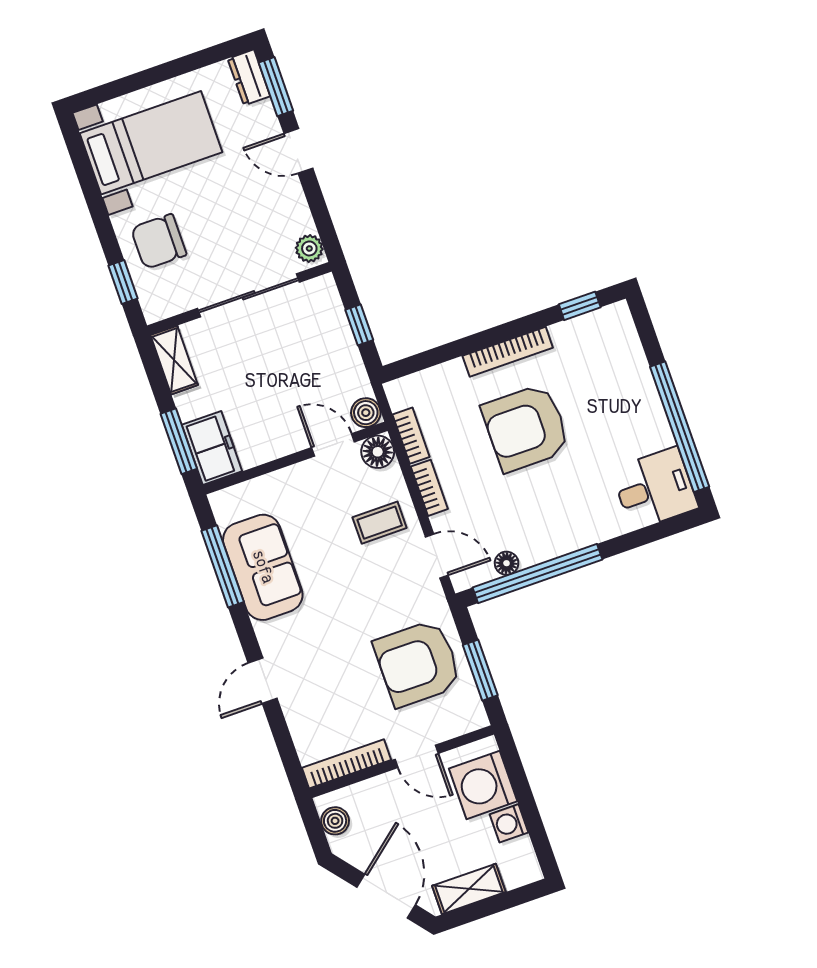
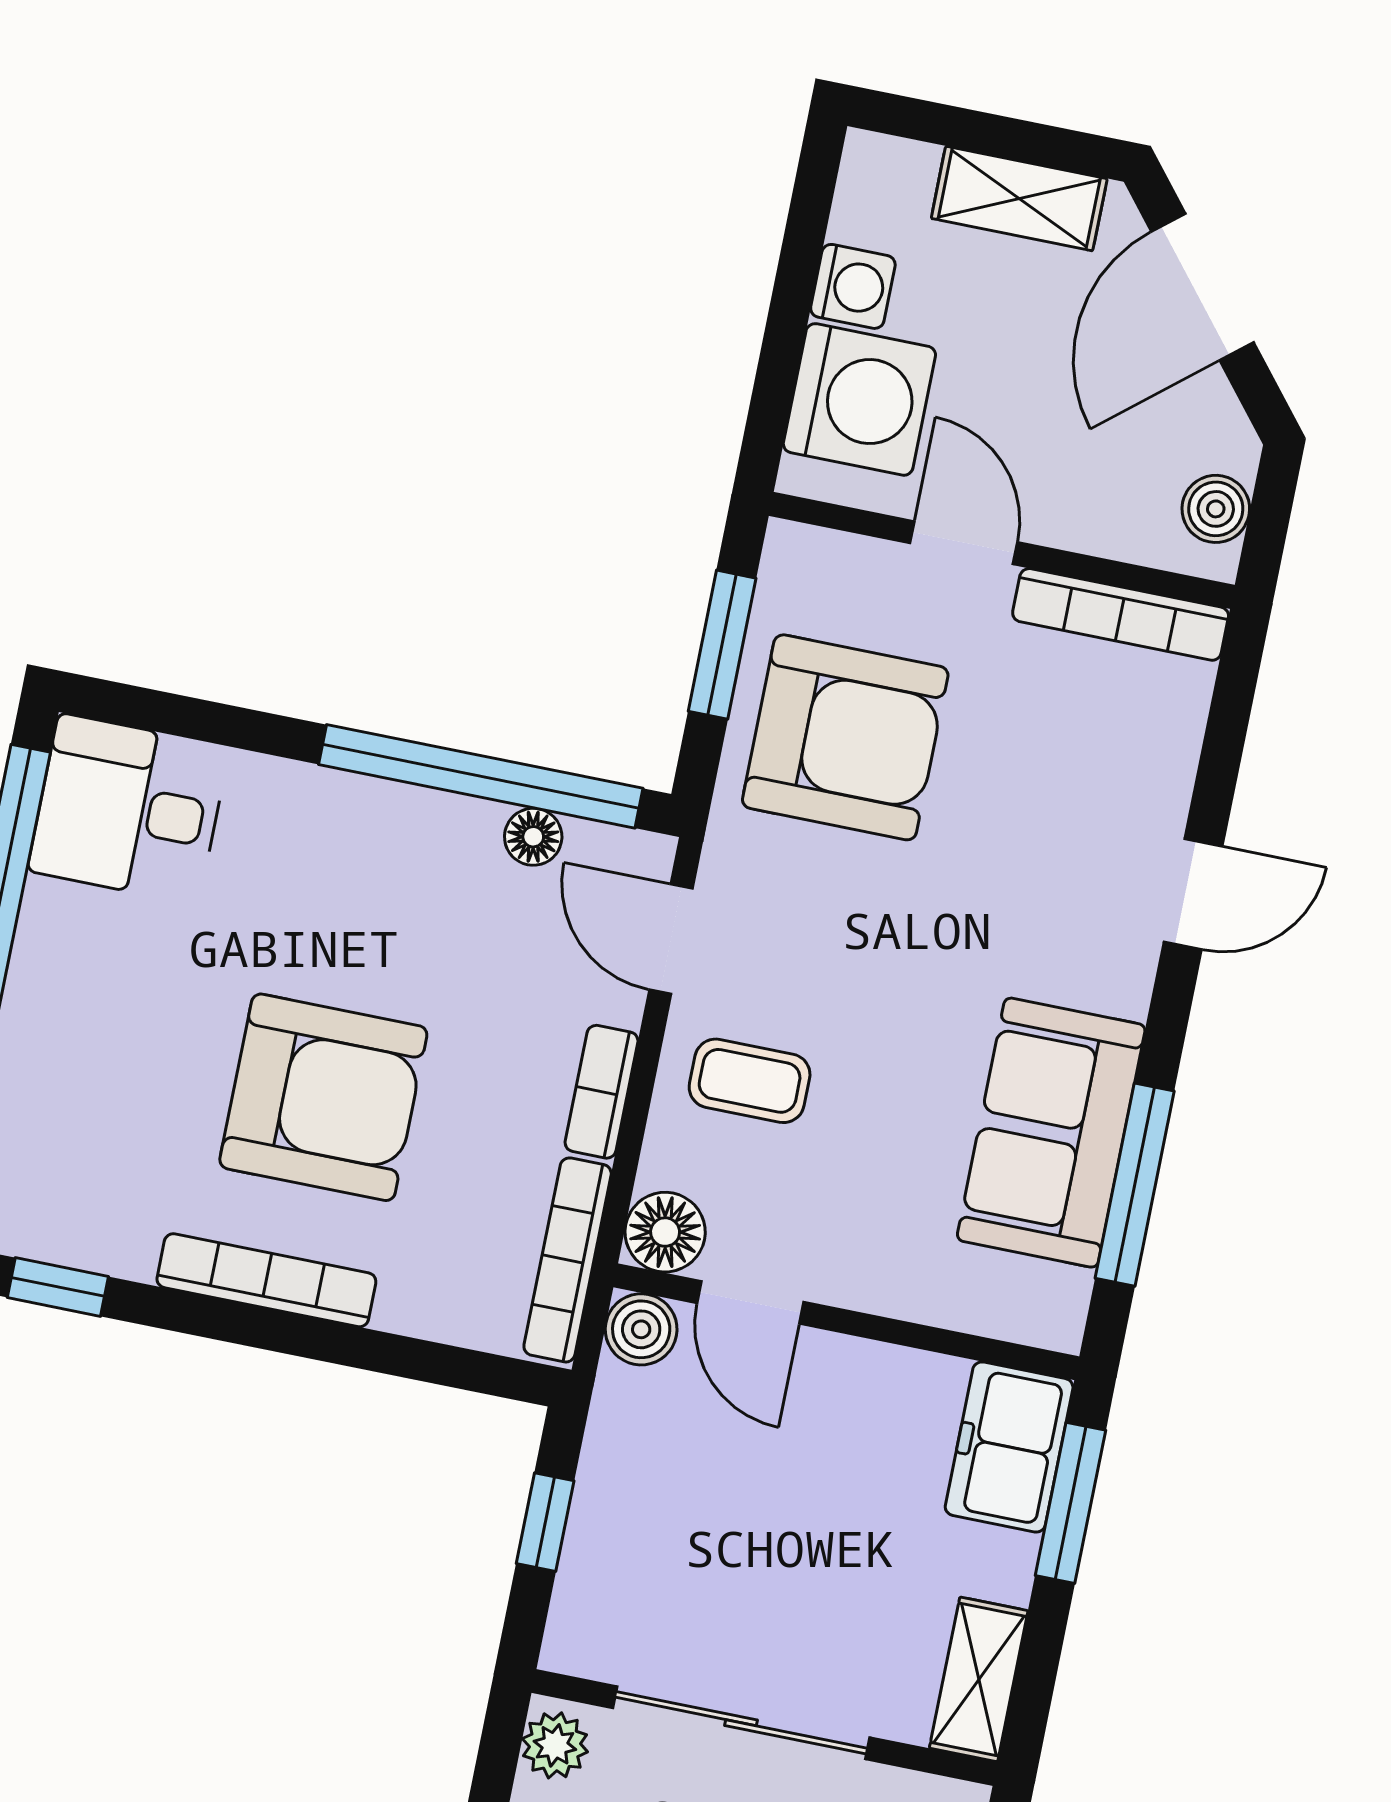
bookcase: (411, 436) -> (568, 1260), width x1.56

